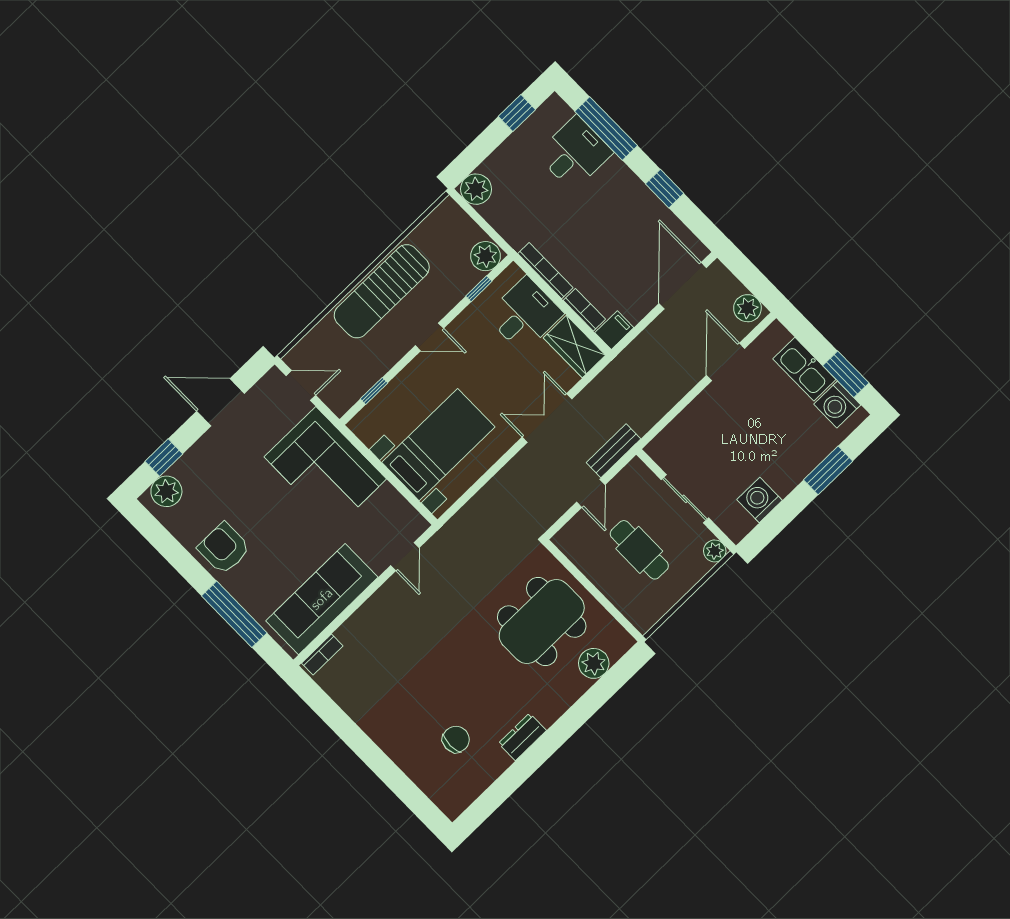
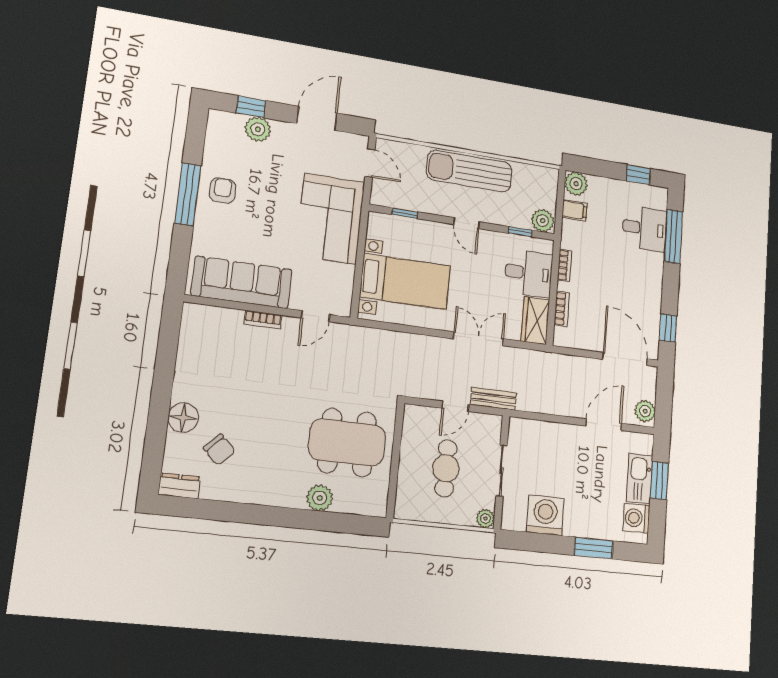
window: (665, 189) -> (668, 328), moved
bookcase: (545, 271) -> (565, 265), width x0.64
door: (683, 286) -> (625, 359), hinge flipped
filing cabinet: (614, 330) -> (574, 210), moved
window: (846, 374) -> (659, 480), moved
door: (220, 402) -> (317, 118), hinge flipped
plant: (166, 491) -> (258, 129), moved
washing machine: (760, 500) -> (545, 515), width x1.37, depth x1.37
armchair: (224, 548) -> (223, 191), width x0.72, depth x0.72
window: (234, 614) -> (188, 194), moved
bookcase: (322, 654) -> (263, 320), moved
plant: (594, 663) -> (320, 498), moved
dresser: (522, 737) -> (179, 486), moved
chair: (456, 739) -> (219, 450), turned 44
floor lamp: (403, 748) -> (183, 418), added

